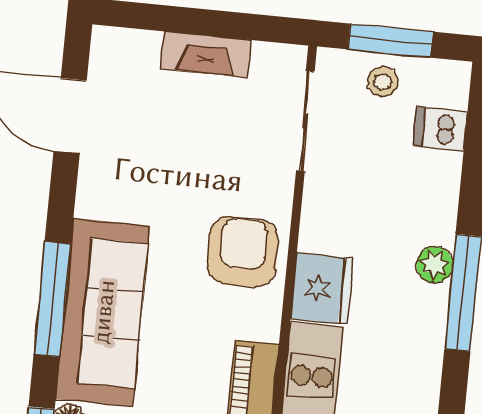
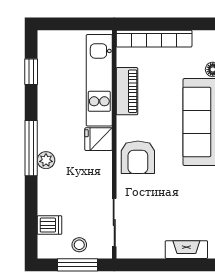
fireplace: (206, 54) -> (186, 250), moved
fridge: (322, 289) -> (99, 139), width x0.72

